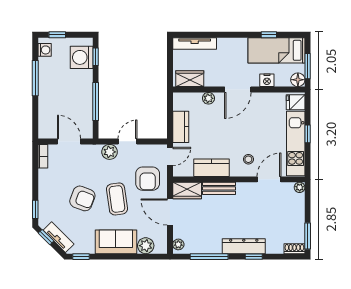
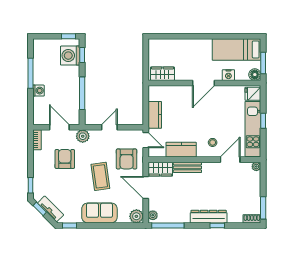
window: (57, 35) -> (68, 36), moved
window: (269, 35) -> (230, 36), removed
tv unit: (195, 43) -> (167, 44), removed
washing machine: (45, 50) -> (39, 91), moved
plant: (208, 98) -> (178, 90), removed
plant: (110, 152) -> (83, 136), moved
door: (170, 156) -> (146, 140), hinge flipped
armchair: (82, 198) -> (65, 159), moved, turned -111
plant: (146, 246) -> (136, 216), moved
window: (209, 257) -> (168, 226), moved

